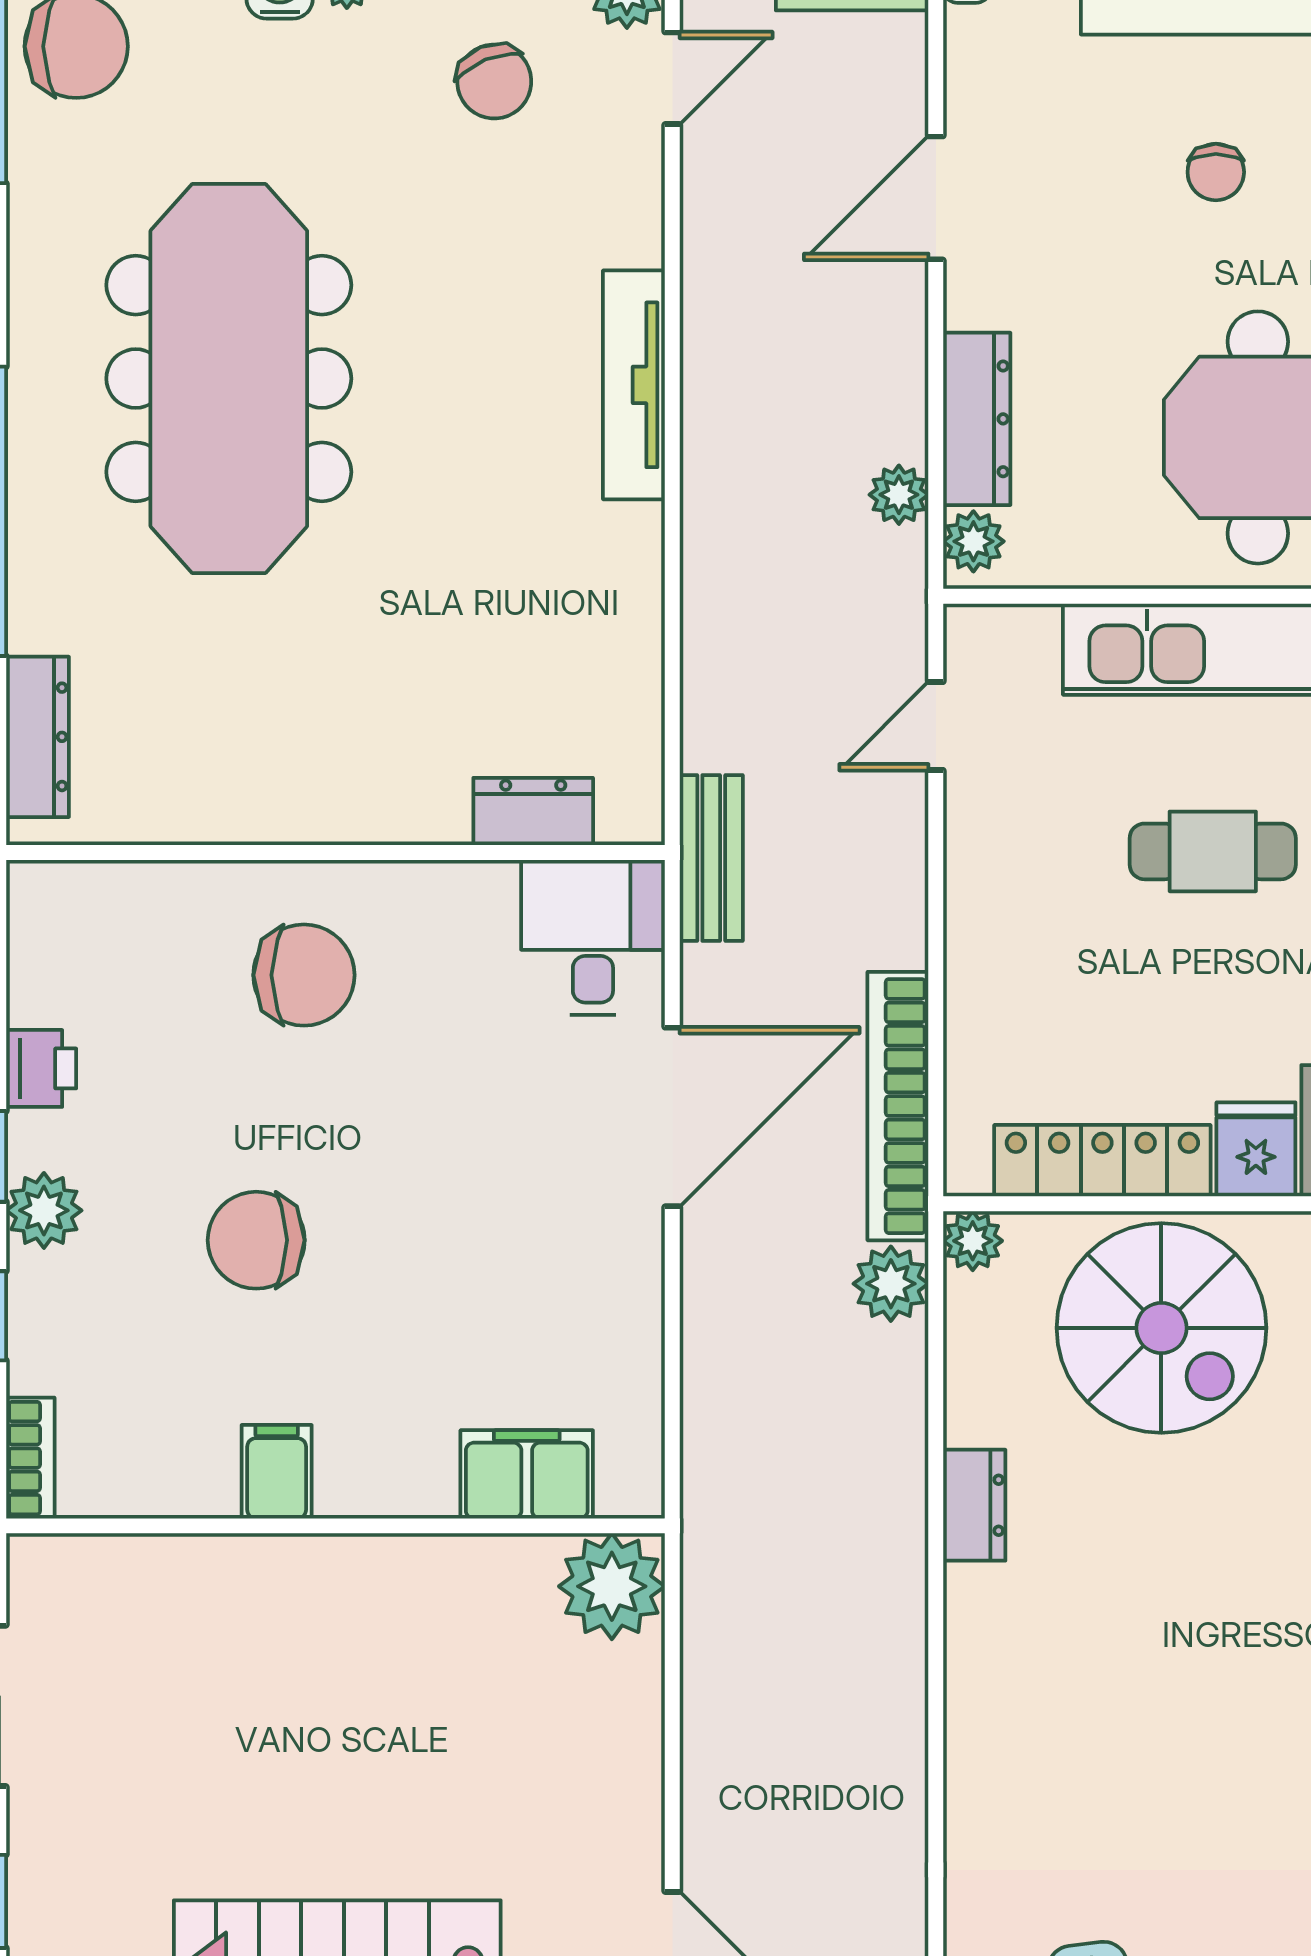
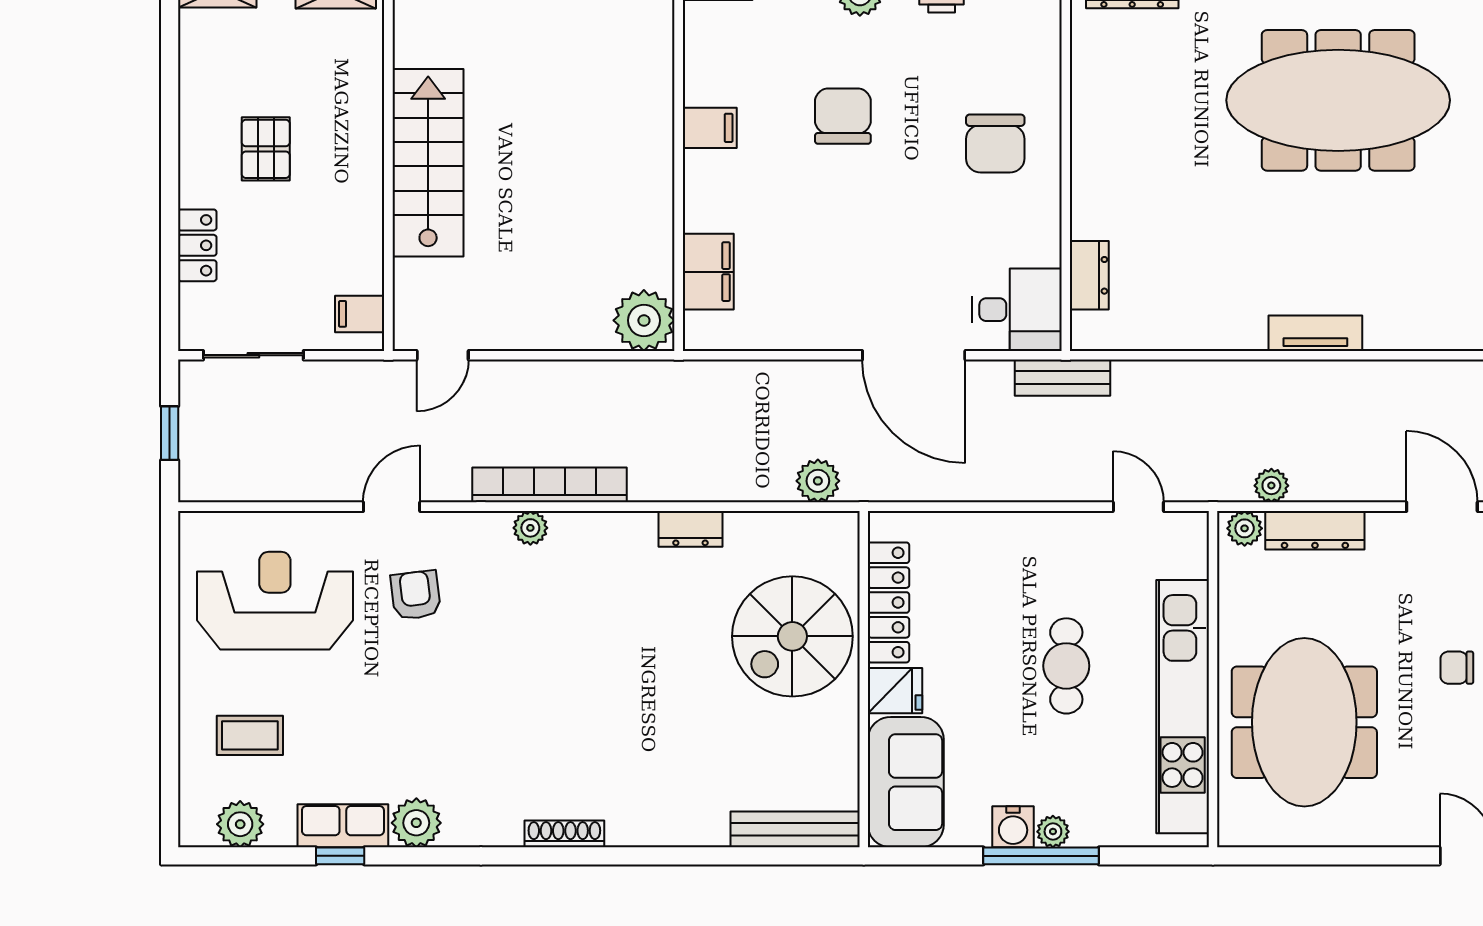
tv unit: (634, 385) -> (1315, 333), width x0.71
bookcase: (898, 1106) -> (549, 485), moved
plant: (973, 1241) -> (530, 528), moved

